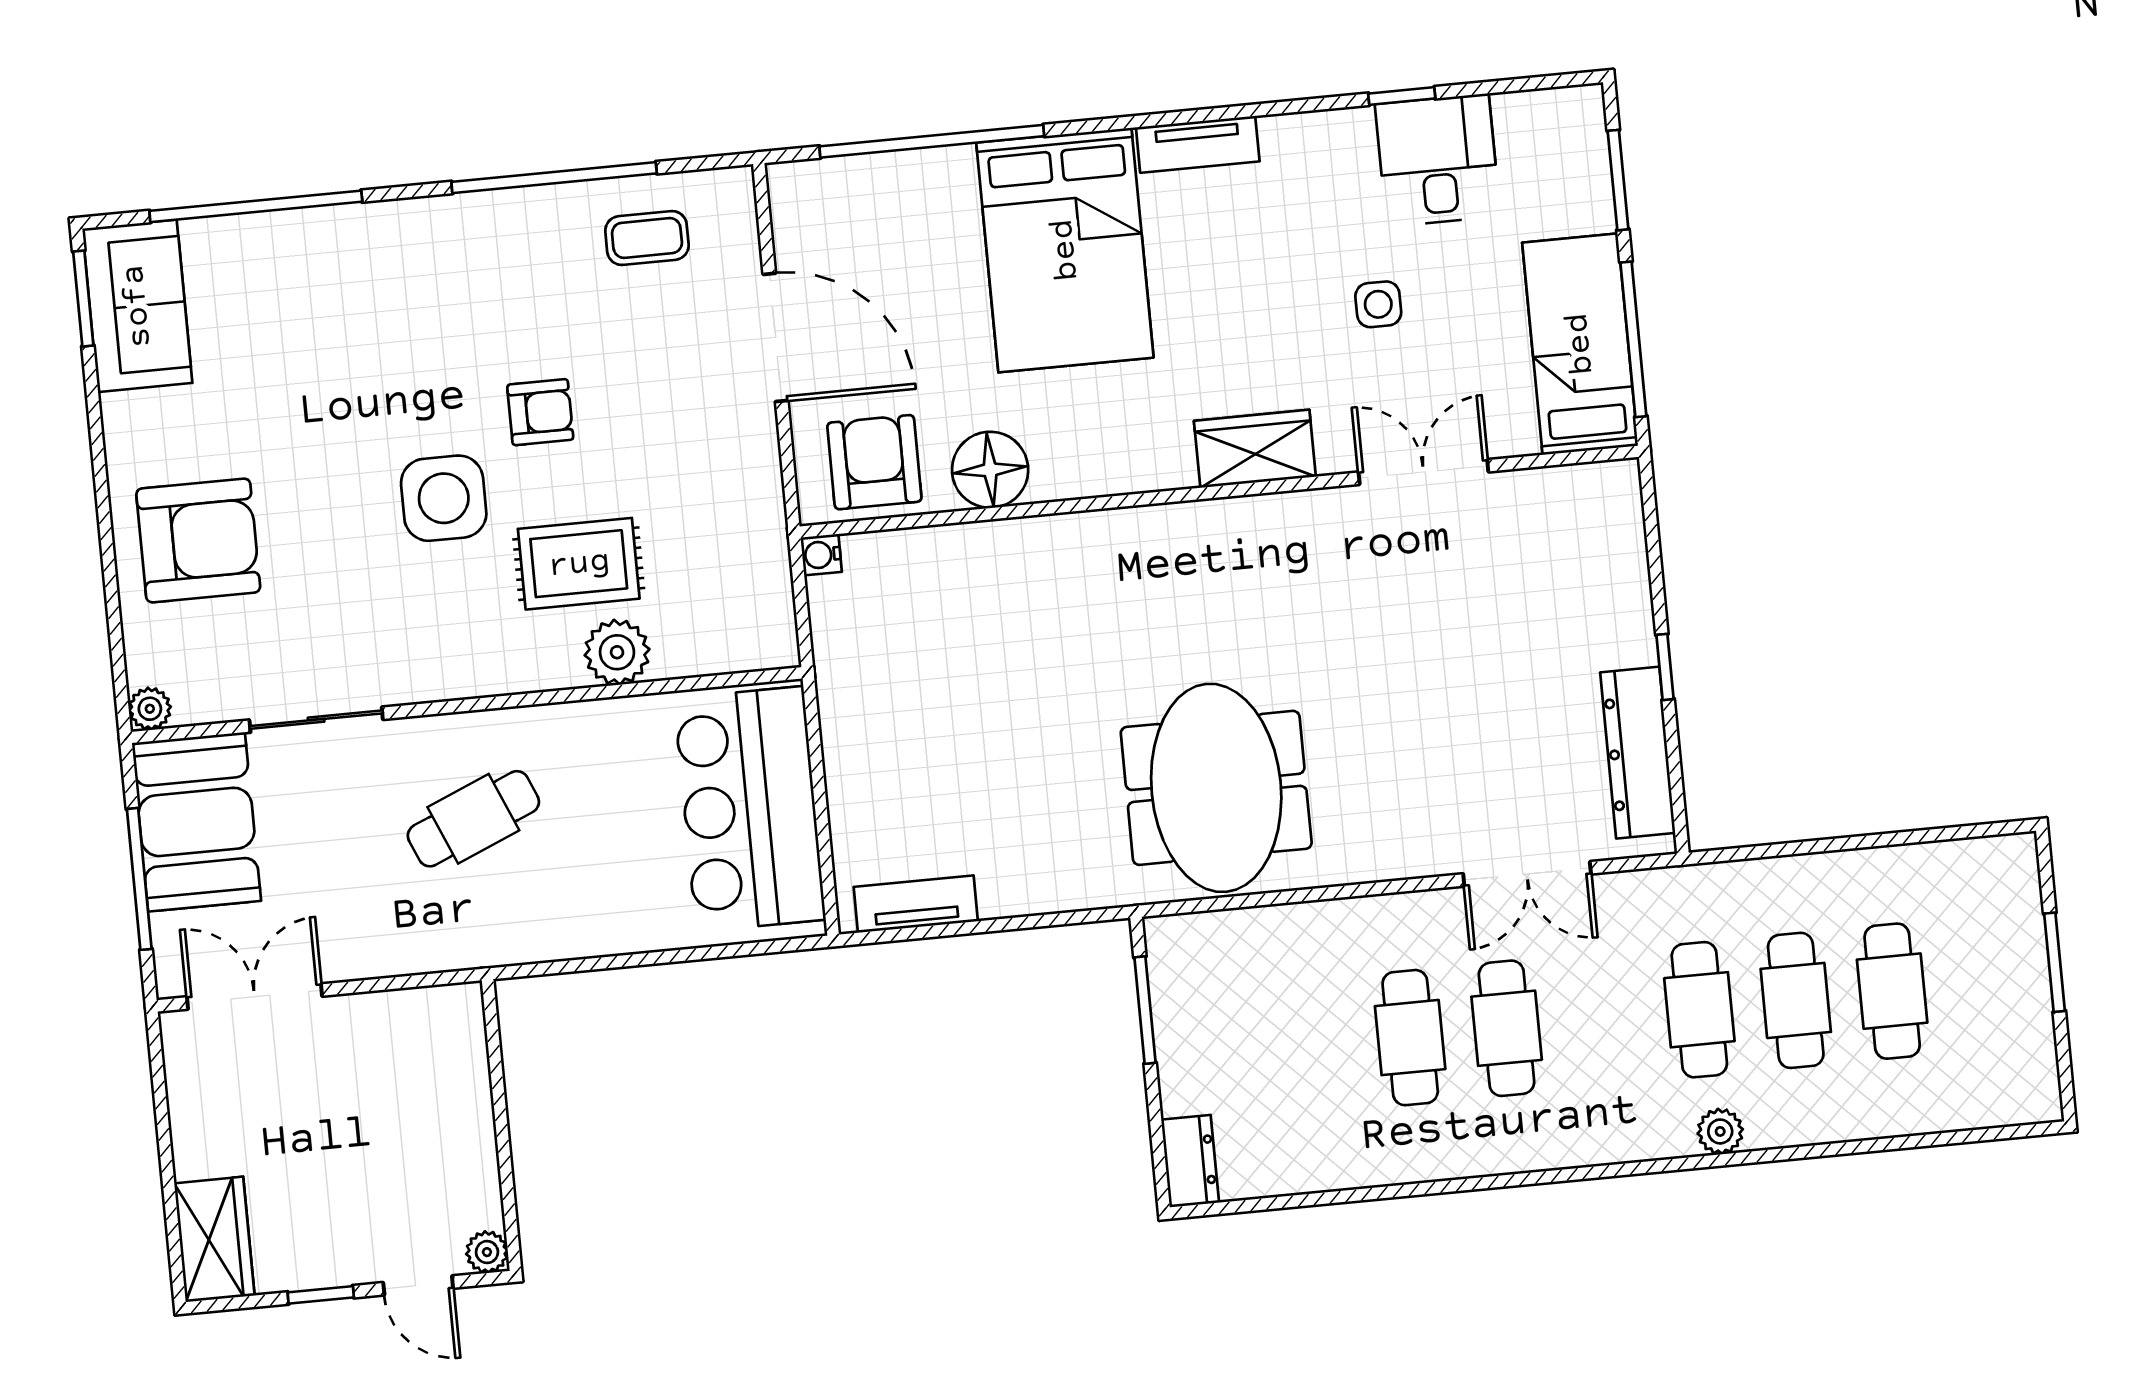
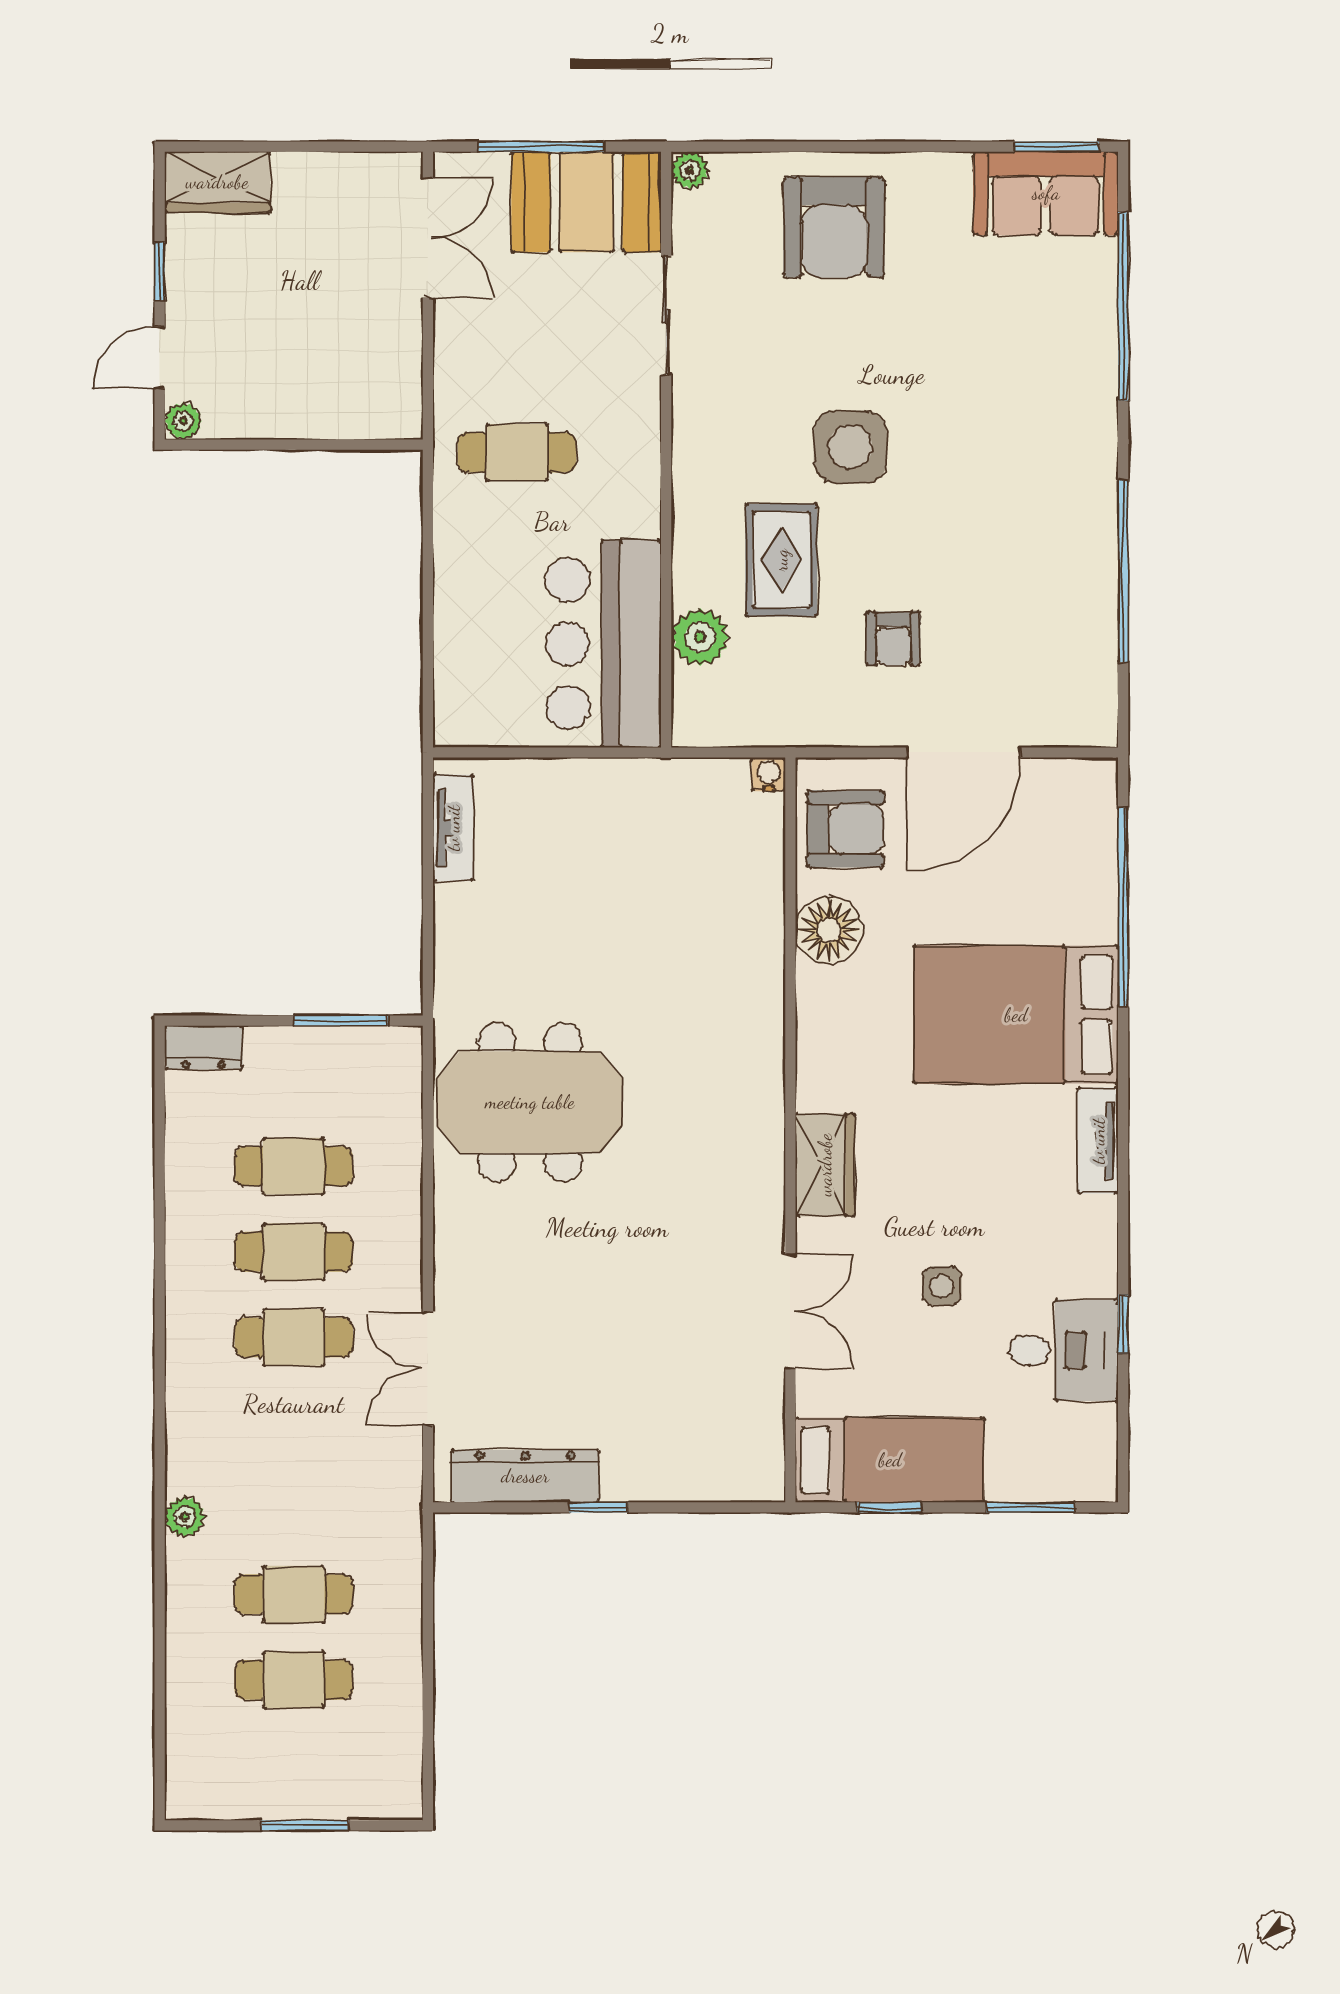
coffee table: (647, 238) -> (1062, 648), removed
window: (1633, 339) -> (889, 1507), width x0.46
armchair: (540, 412) -> (893, 639), moved
plant: (617, 652) -> (700, 637), moved
bar counter: (750, 809) -> (604, 644), moved, turned -90
cafe table: (473, 819) -> (517, 452), moved, turned -67
cafe table: (1699, 1010) -> (294, 1166), moved

